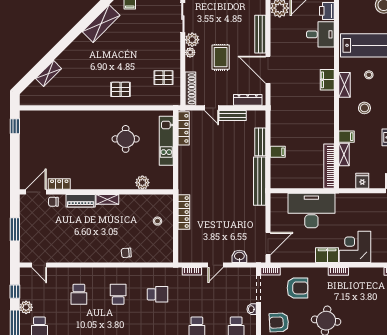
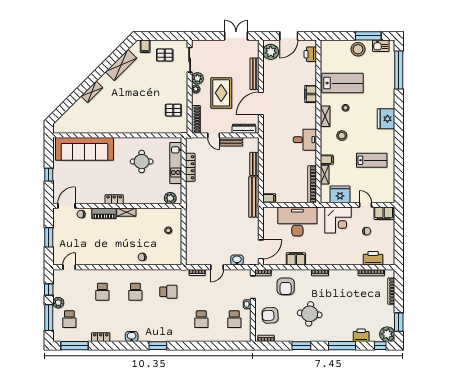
desk: (320, 34) -> (305, 140), moved
rug: (221, 57) -> (221, 93), width x1.36, depth x1.43
door: (268, 70) -> (261, 103), hinge flipped
shelving: (49, 74) -> (92, 92), moved
filing cabinet: (327, 80) -> (311, 94), moved
pallet: (121, 89) -> (165, 55), moved
sofa: (57, 124) -> (84, 149), added
window: (15, 126) -> (49, 175), moved
locker: (184, 128) -> (190, 167), moved
filing cabinet: (278, 152) -> (269, 198), moved
fridge: (362, 181) -> (340, 194), width x1.88, depth x1.34
plant: (142, 183) -> (170, 198), moved
locker: (59, 184) -> (114, 199), moved
locker: (184, 212) -> (190, 223), removed
corner desk: (355, 247) -> (338, 220), moved, turned 180
filing cabinet: (327, 255) -> (296, 259), moved
door: (39, 265) -> (69, 267), swing flipped
armchair: (297, 288) -> (286, 286), turned 90
school desk: (118, 294) -> (135, 292), turned 180

